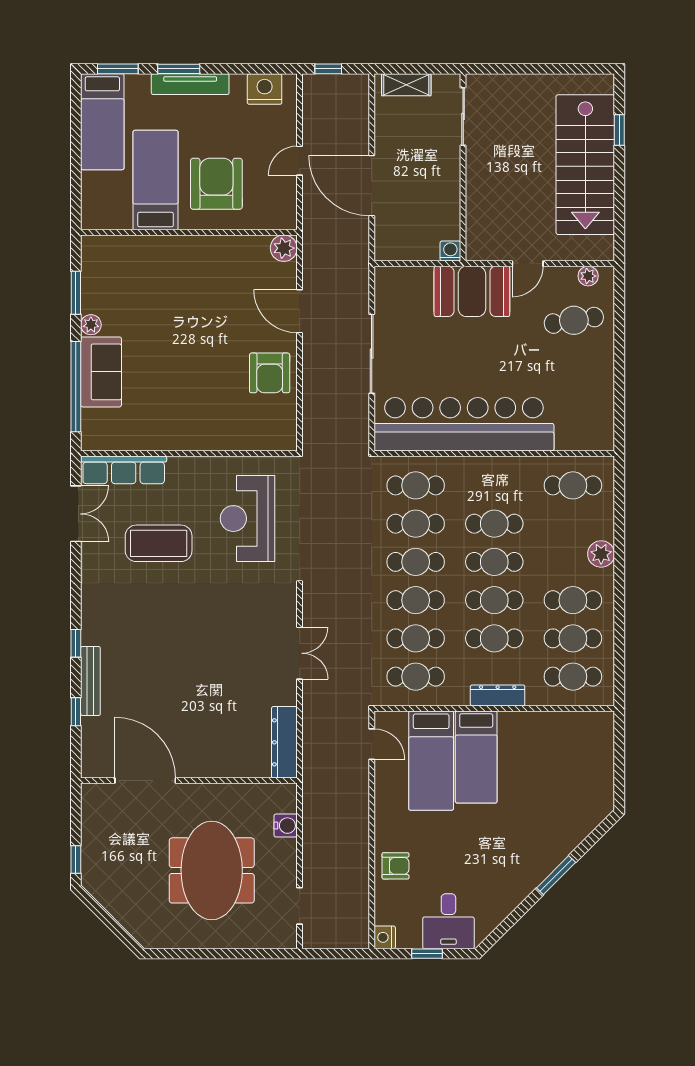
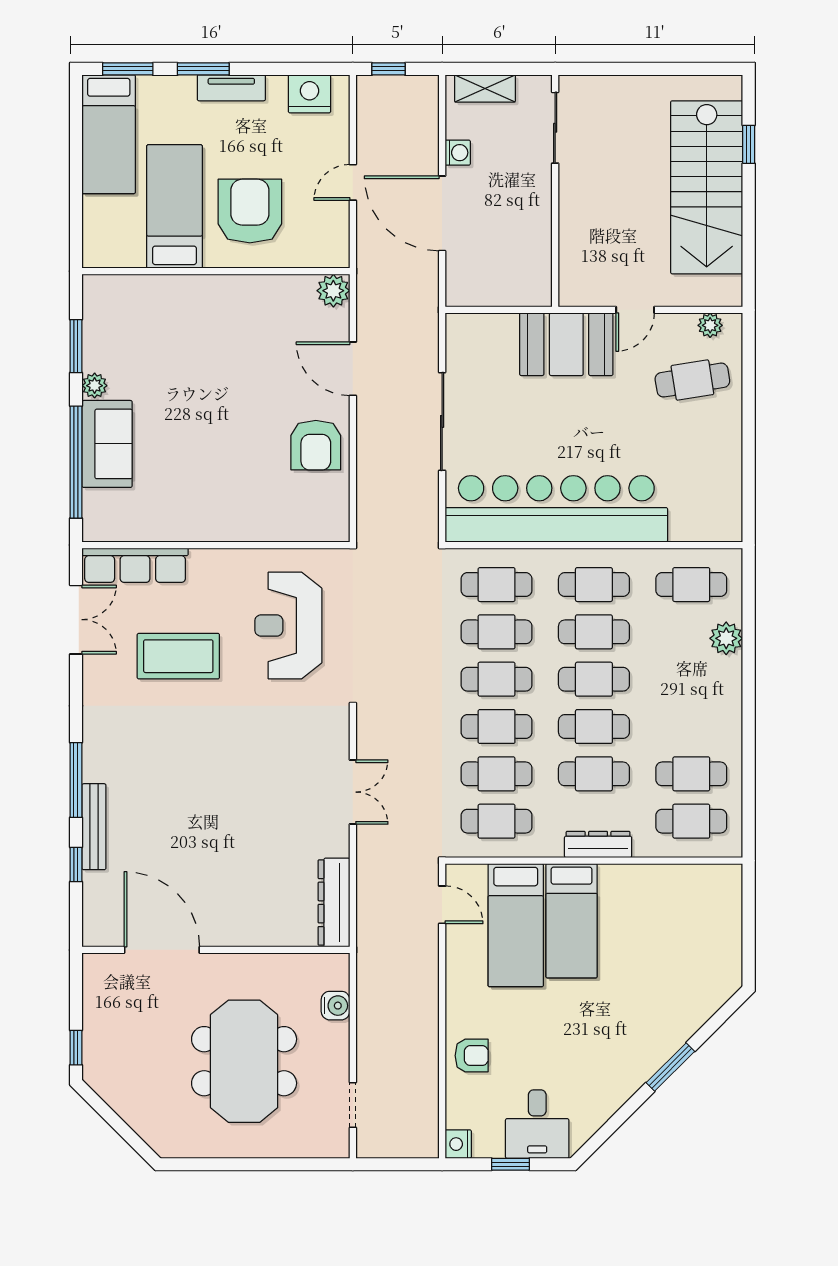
tv unit: (190, 84) -> (231, 88), width x0.71
washing machine: (450, 251) -> (458, 153), moved, turned 90
plant: (601, 554) -> (726, 638), moved
cafe table: (573, 600) -> (594, 585), moved
window: (76, 643) -> (76, 780), width x2.17

